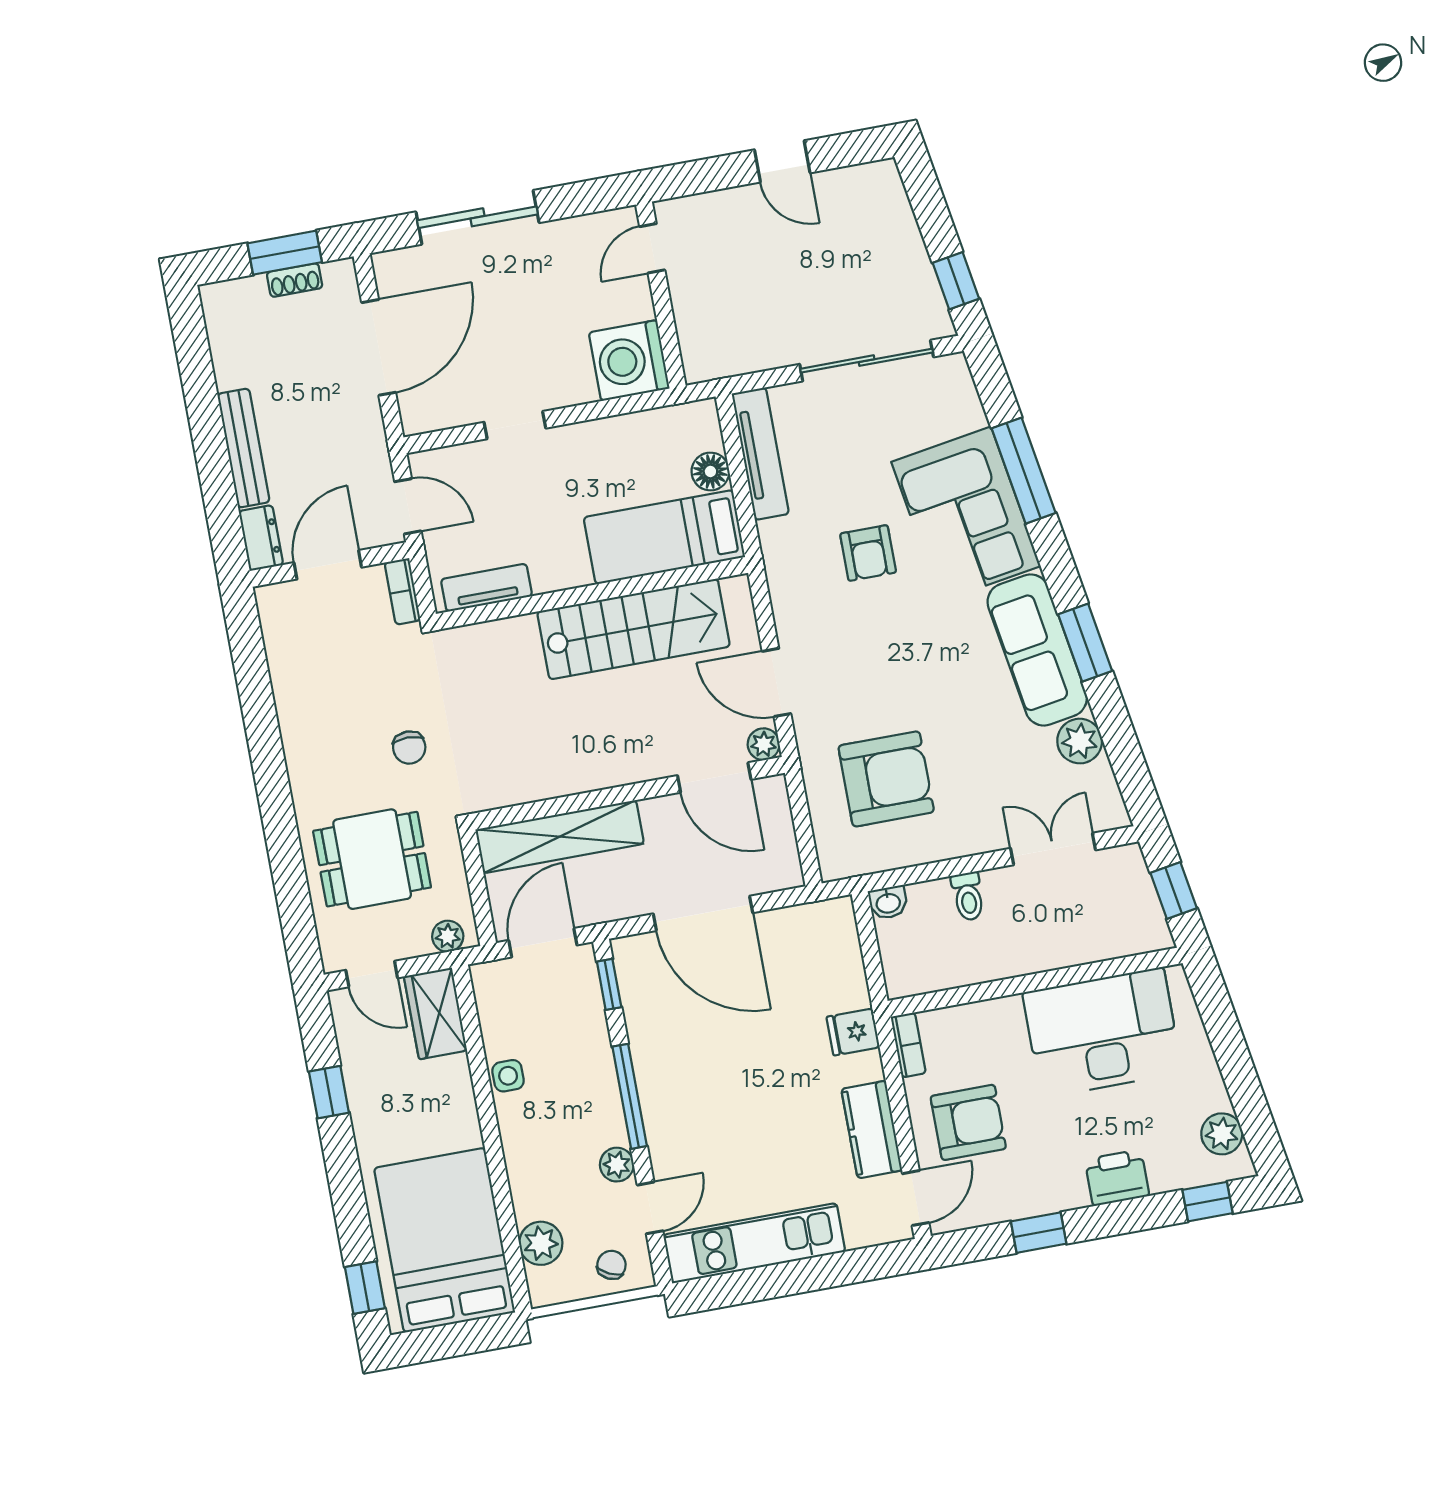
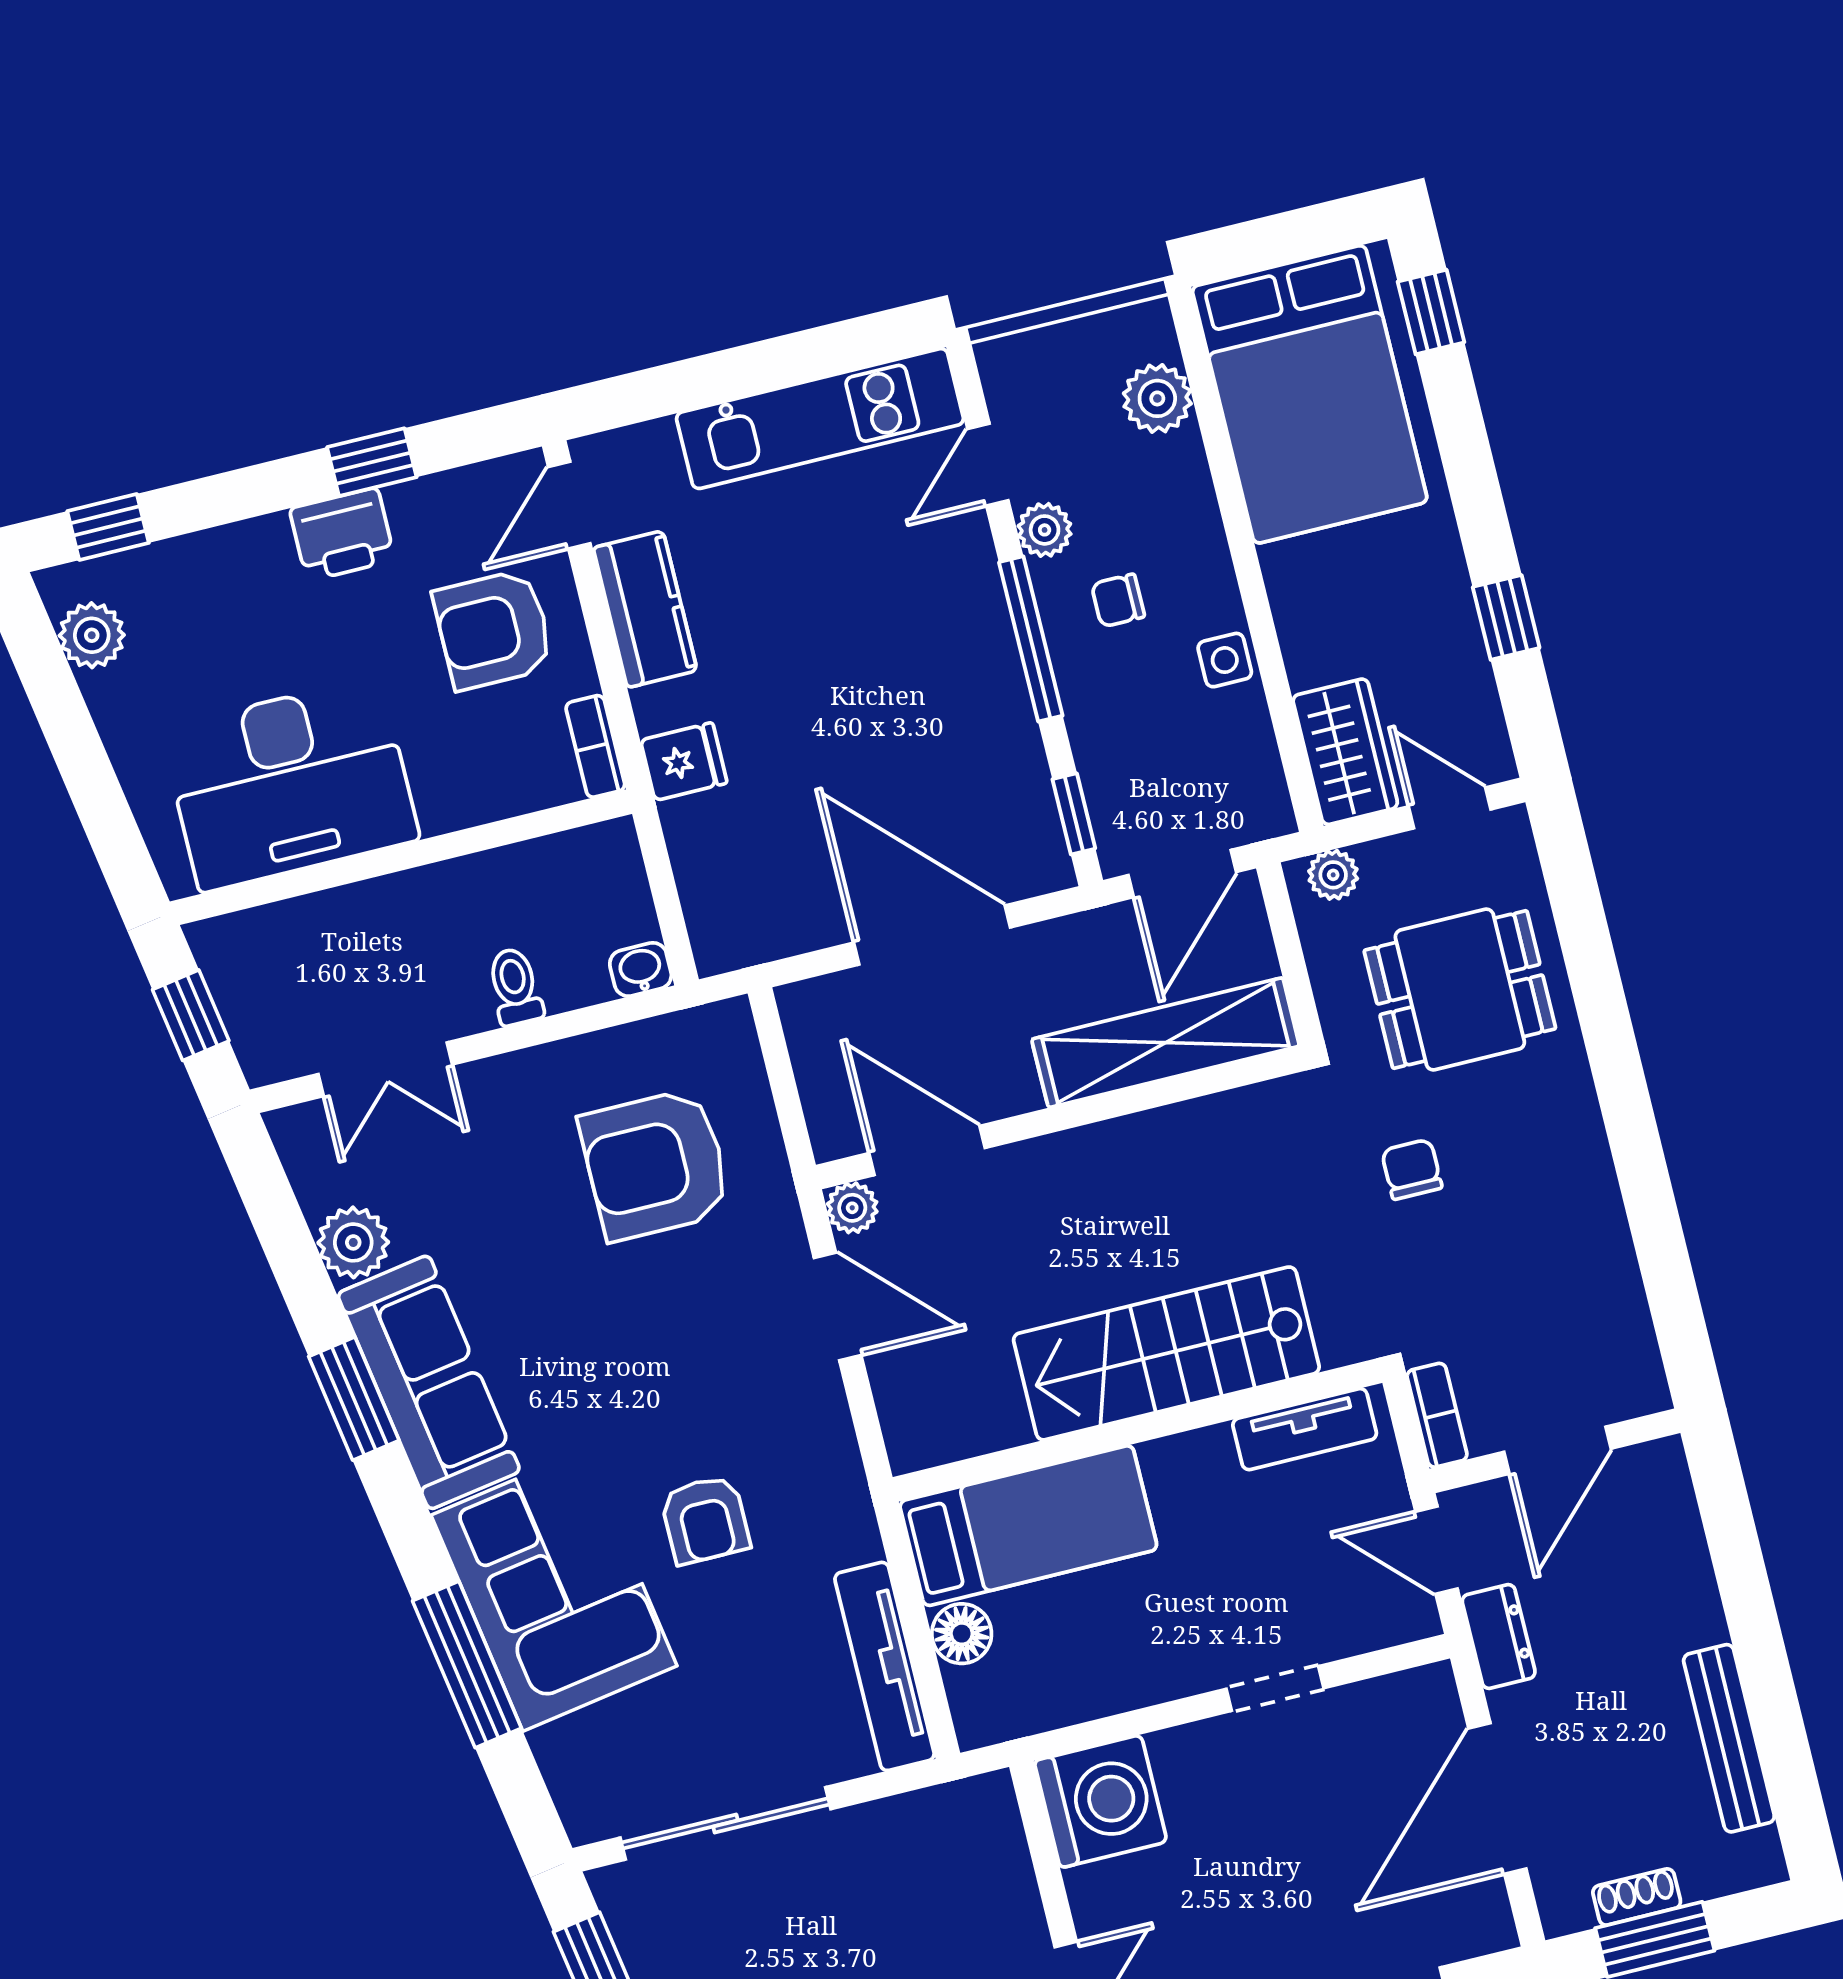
bench: (243, 448) -> (1729, 1738), moved
dresser: (261, 538) -> (1499, 1637), moved, turned 180
armchair: (868, 553) -> (705, 1520), turned 180
stairs: (634, 629) -> (1166, 1353), moved
printer: (1117, 1178) -> (342, 534), moved
chair: (611, 1265) -> (1118, 600), moved, turned 64

